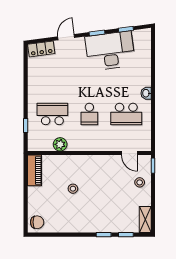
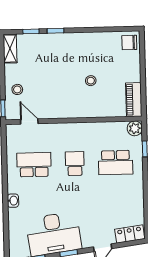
washbasin: (146, 93) -> (13, 201), moved
plant: (60, 144) -> (135, 128), moved

